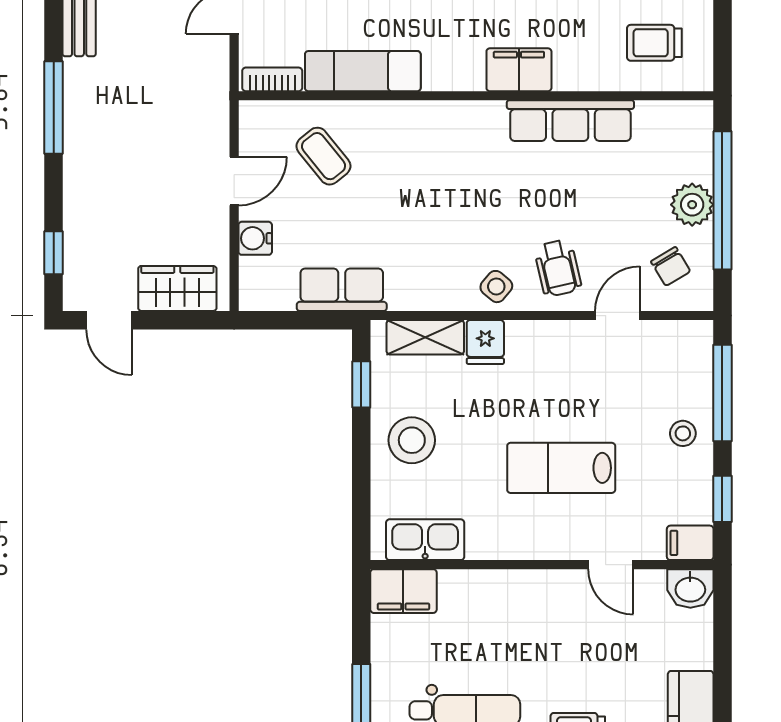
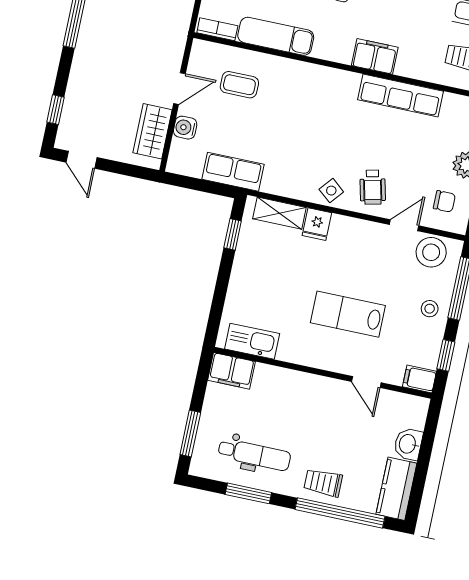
coffee table: (323, 156) -> (239, 85), turned -51
chair: (671, 266) -> (444, 201), turned -59
wardrobe: (177, 288) -> (152, 131), moved, turned -90
stool: (412, 440) -> (431, 252), moved
washbasin: (690, 588) -> (408, 444), moved, turned 90

